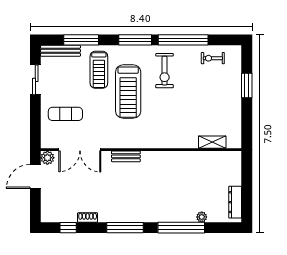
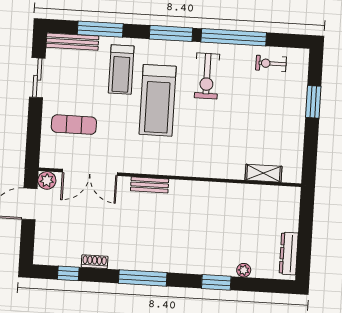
window: (181, 228) -> (216, 282), width x0.47

